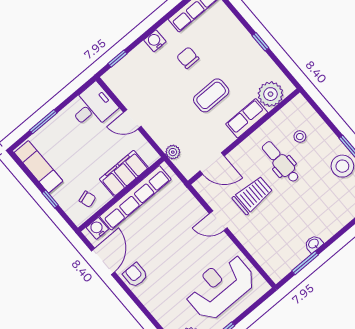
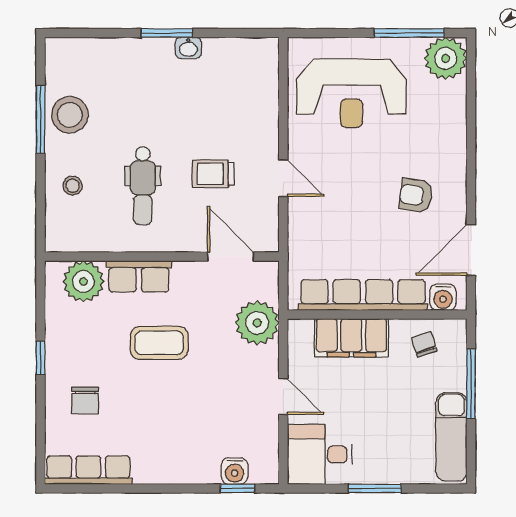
water cooler: (155, 41) -> (235, 471), moved
chair: (188, 58) -> (85, 401), moved
window: (43, 122) -> (375, 488), moved
stool: (300, 137) -> (73, 186), moved
plant: (173, 152) -> (257, 323), width x1.88, depth x1.88
trolley: (253, 195) -> (213, 174), width x0.73, depth x0.72
window: (50, 199) -> (471, 384), width x2.17
window: (305, 263) -> (167, 33), moved
armchair: (135, 275) -> (416, 195), moved, turned 98

